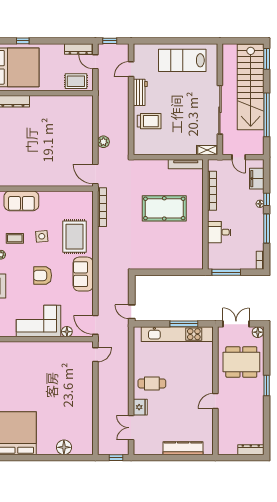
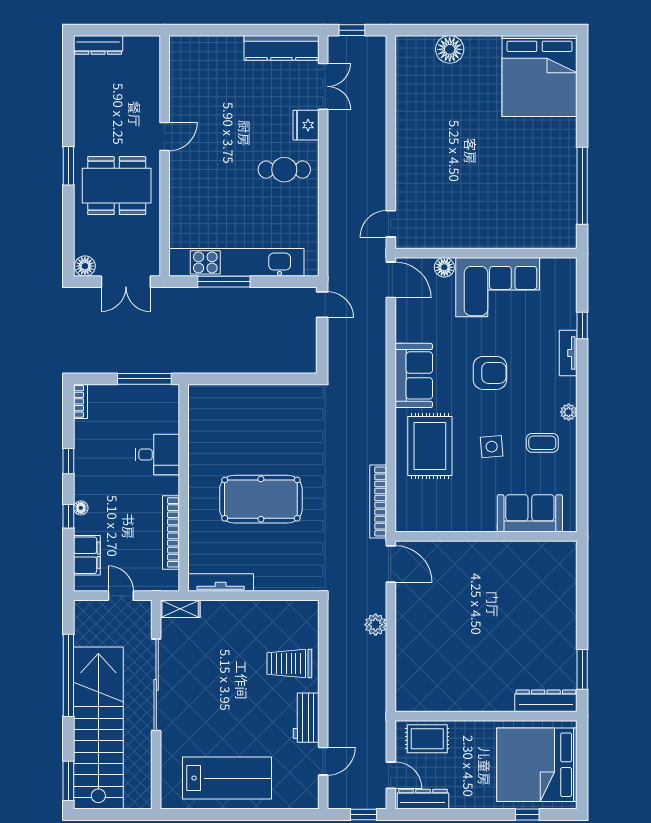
window: (267, 229) -> (68, 461), width x0.46
dining table: (241, 362) -> (117, 186), moved
kitchen counter: (183, 448) -> (281, 48), moved

